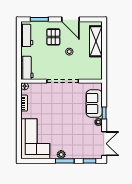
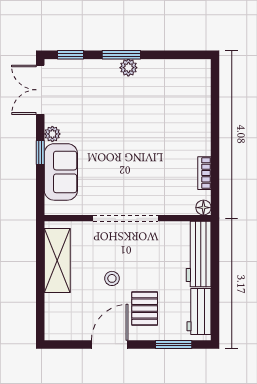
door: (70, 19) -> (110, 345), hinge flipped
shelving: (96, 41) -> (57, 260), moved
workbench: (27, 68) -> (199, 254), width x1.37
corner sofa: (35, 139) -> (182, 100), removed

